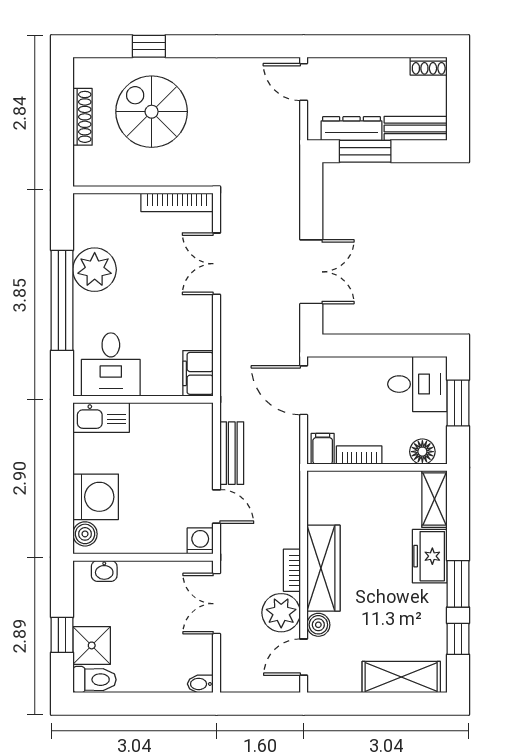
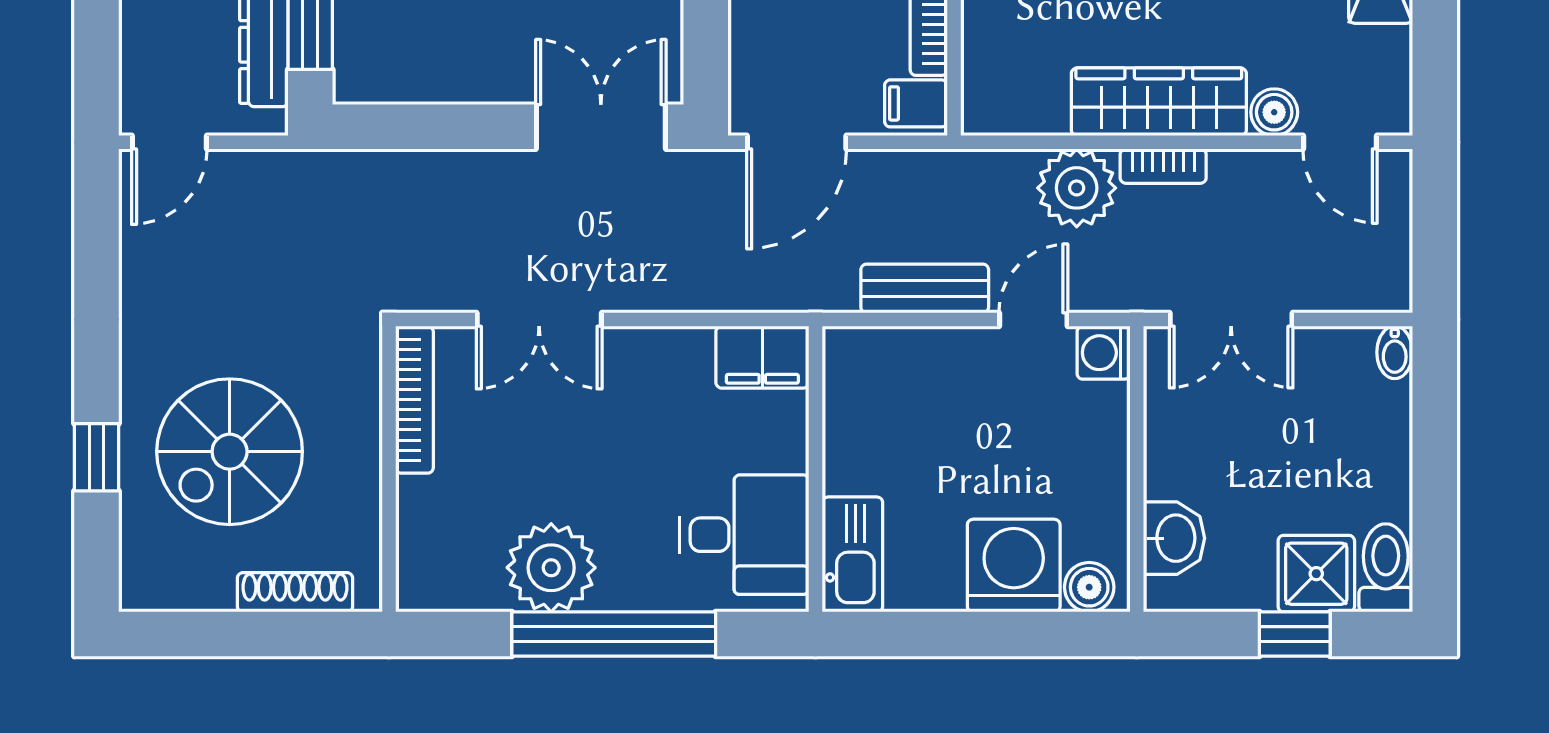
shoe rack: (83, 117) -> (295, 592), moved
double door: (311, 272) -> (601, 127), moved
washbasin: (104, 571) -> (1174, 538), width x1.38, depth x1.45
plant: (281, 613) -> (1077, 188), moved

